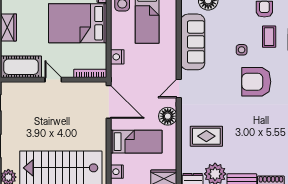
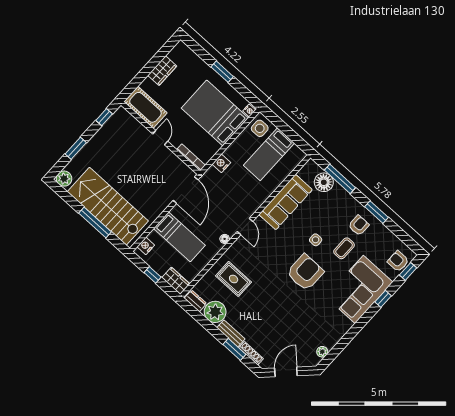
armchair: (256, 82) -> (305, 272), turned 90
door: (179, 88) -> (245, 226), swing flipped
floor lamp: (168, 116) -> (225, 239), width x0.53, depth x0.53

